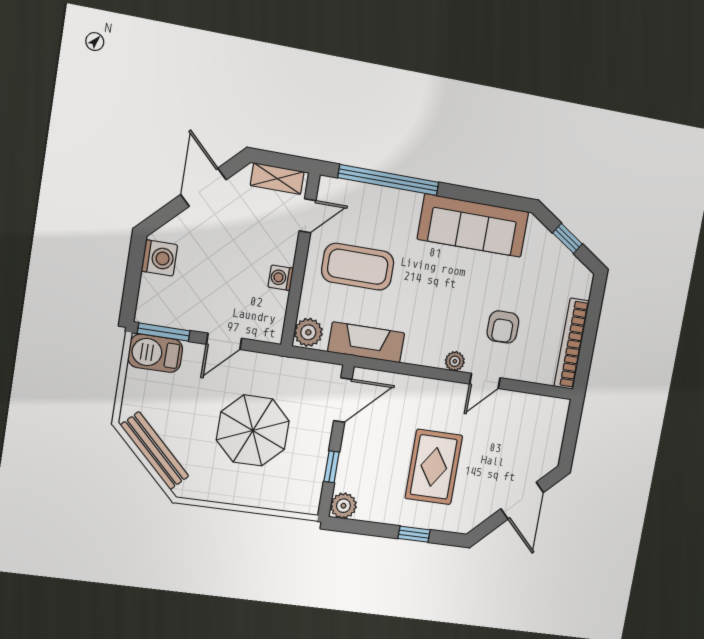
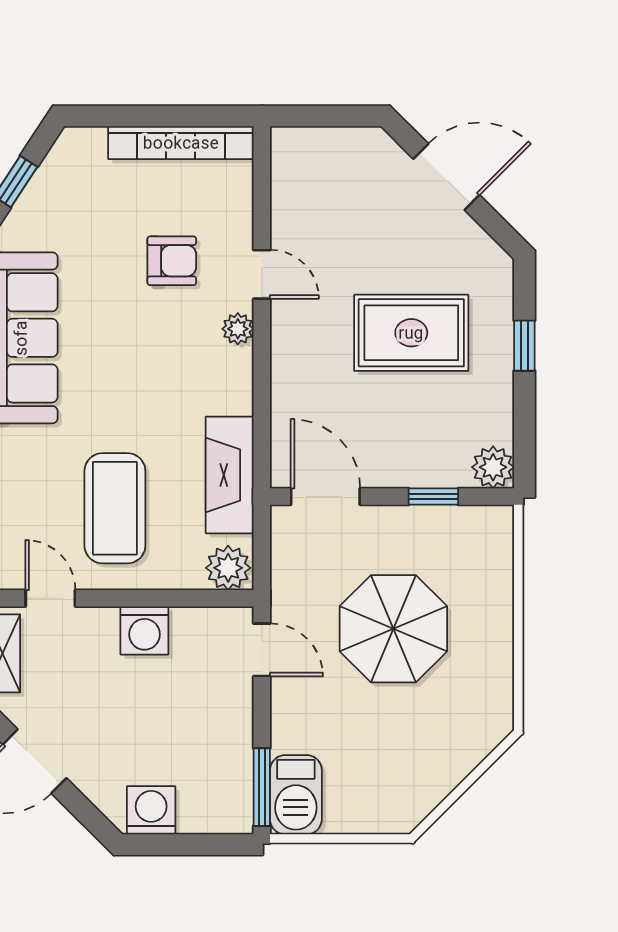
washing machine: (281, 278) -> (144, 631), width x1.38, depth x1.38
door: (224, 341) -> (262, 650), moved
bench: (155, 451) -> (446, 773), removed

